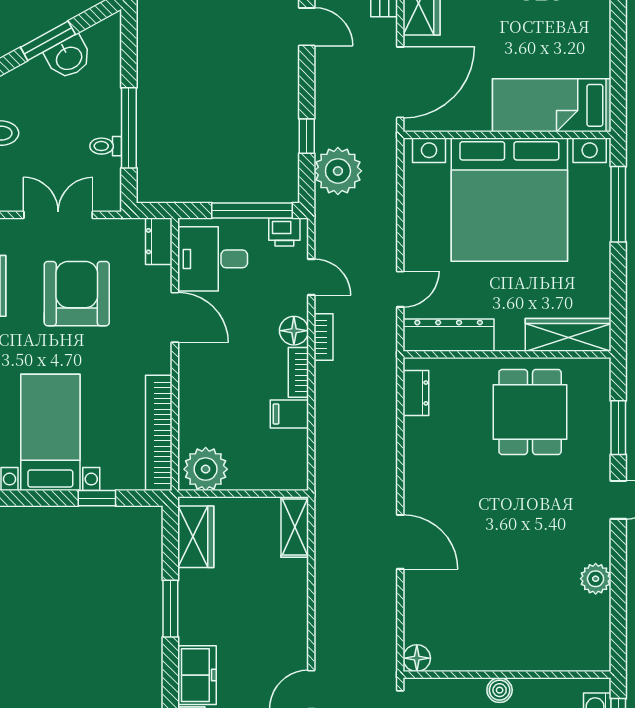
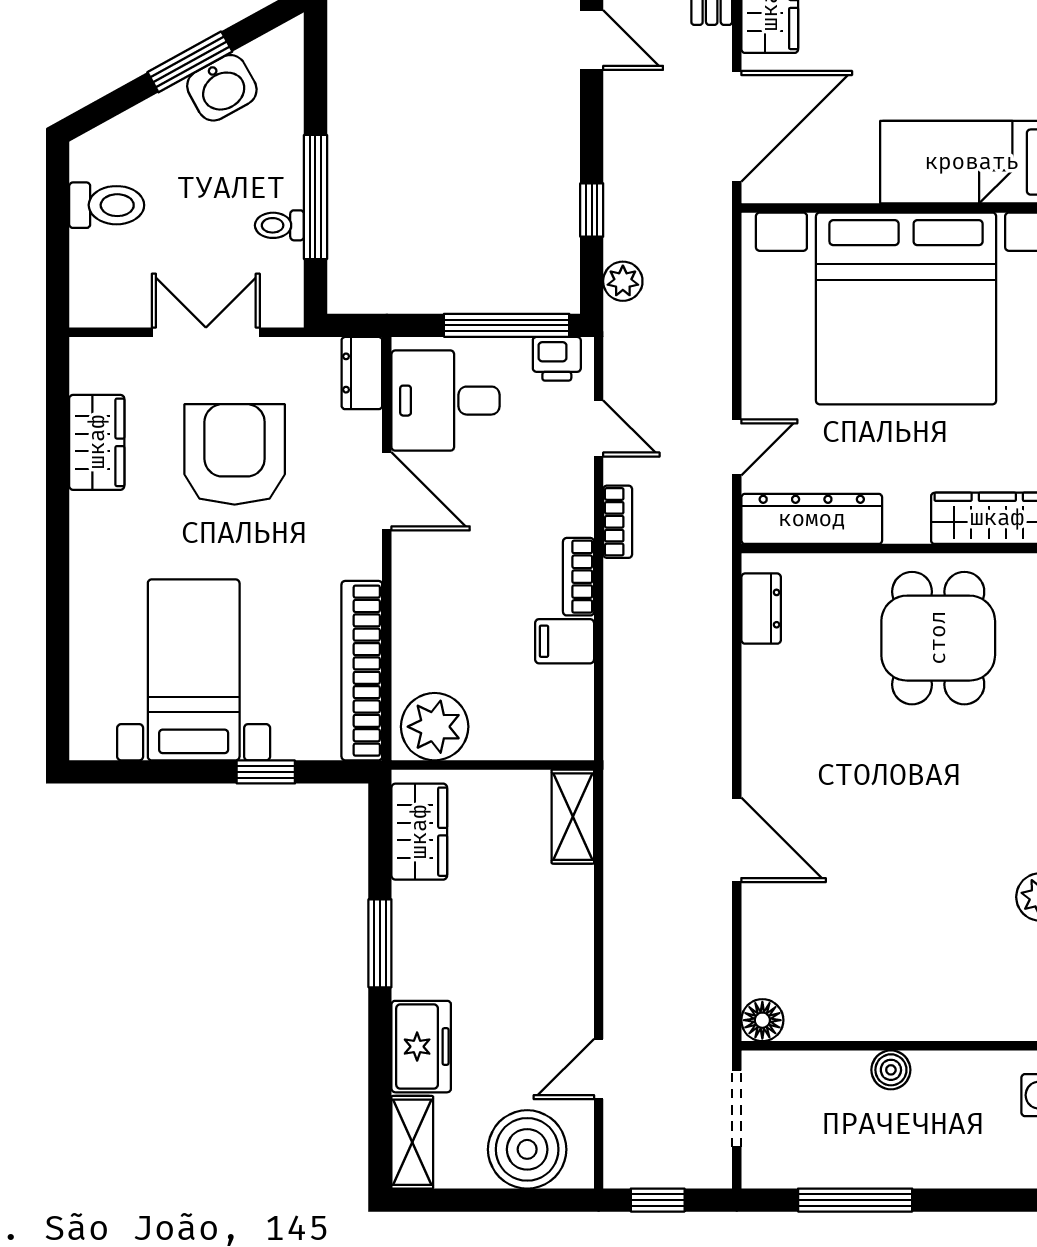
plant: (338, 171) -> (623, 281), width x0.53, depth x0.53
floor lamp: (294, 331) -> (572, 512), removed

